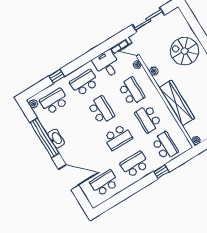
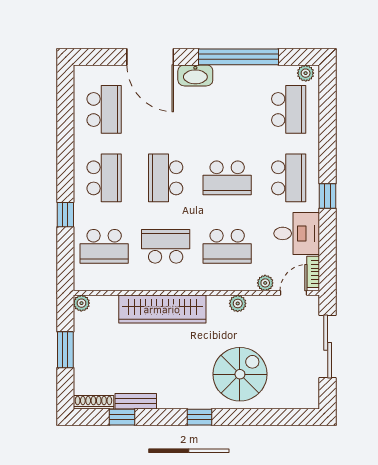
window: (57, 76) -> (328, 196), moved
washbasin: (56, 138) -> (195, 75), moved
door: (69, 177) -> (150, 57), hinge flipped

